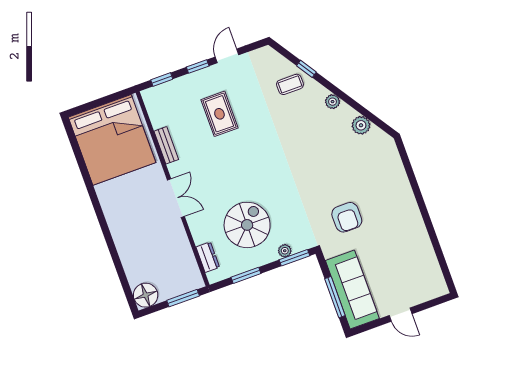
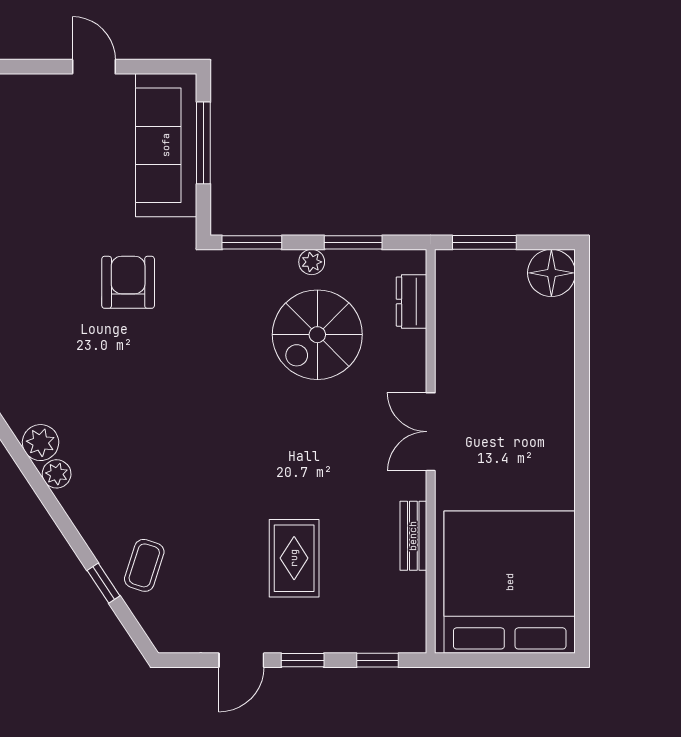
coffee table: (290, 84) -> (144, 565), turned -72
plant: (333, 102) -> (57, 474), moved
plant: (285, 251) -> (312, 262), moved

